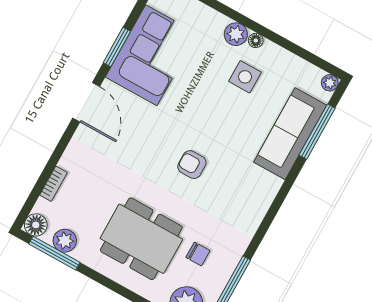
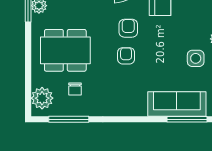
armchair: (158, 142) -> (128, 28), added
dining table: (141, 239) -> (65, 50), turned 90

